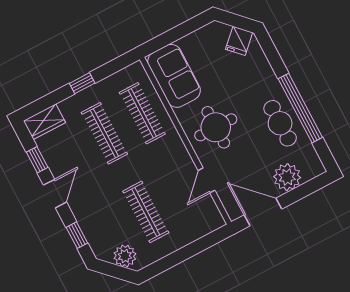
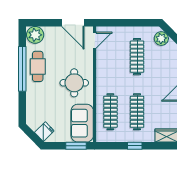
window: (166, 39) -> (76, 146), added
fridge: (239, 41) -> (44, 132), moved
plant: (287, 177) -> (35, 35), moved
door: (206, 180) -> (95, 40), moved

